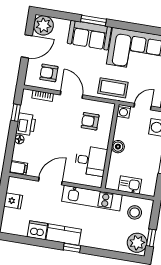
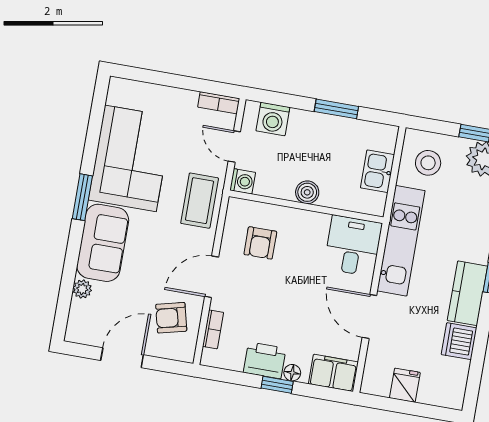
window: (94, 20) -> (82, 197), moved
plant: (43, 25) -> (82, 289), moved, width x0.53, depth x0.53
door: (27, 46) -> (122, 358), hinge flipped
armchair: (49, 73) -> (171, 318), turned 76
window: (16, 113) -> (277, 385), moved
desk: (91, 161) -> (353, 246), moved
filing cabinet: (18, 168) -> (333, 373), width x2.00

